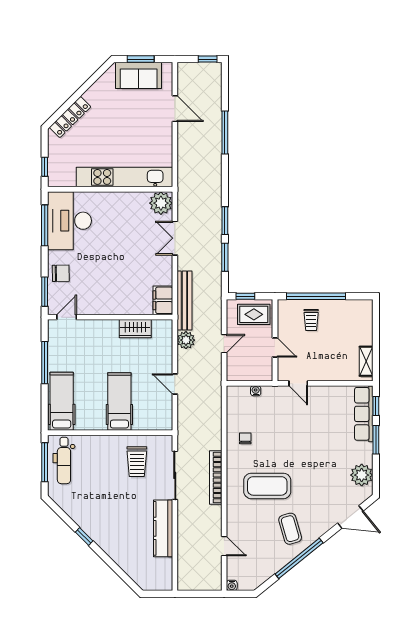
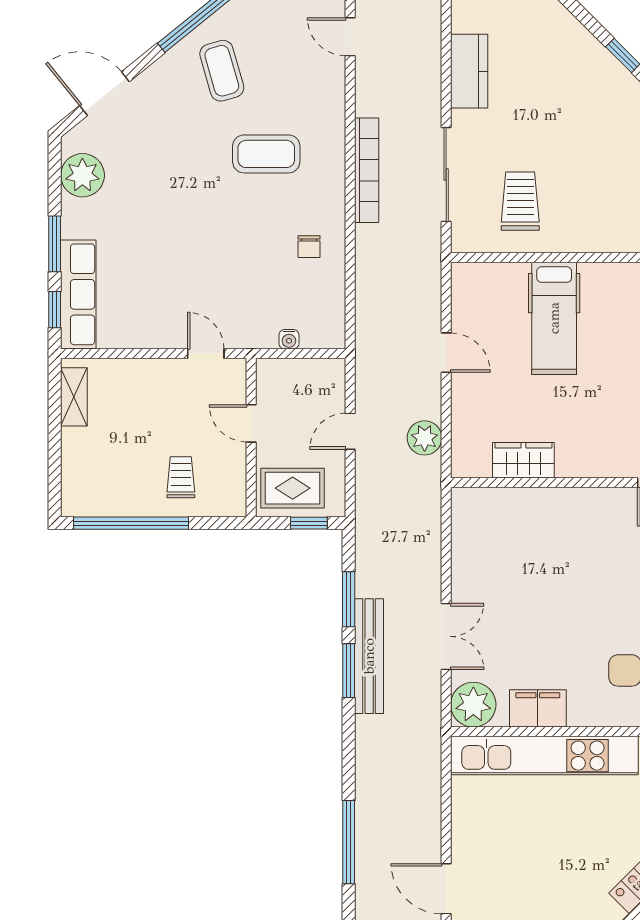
window: (316, 296) -> (131, 523), moved
filing cabinet: (163, 300) -> (538, 708), moved, turned -90
bench: (184, 300) -> (369, 656), moved
coffee table: (267, 486) -> (266, 154), width x0.73, depth x0.76
kitchen counter: (163, 528) -> (469, 71), width x0.67

